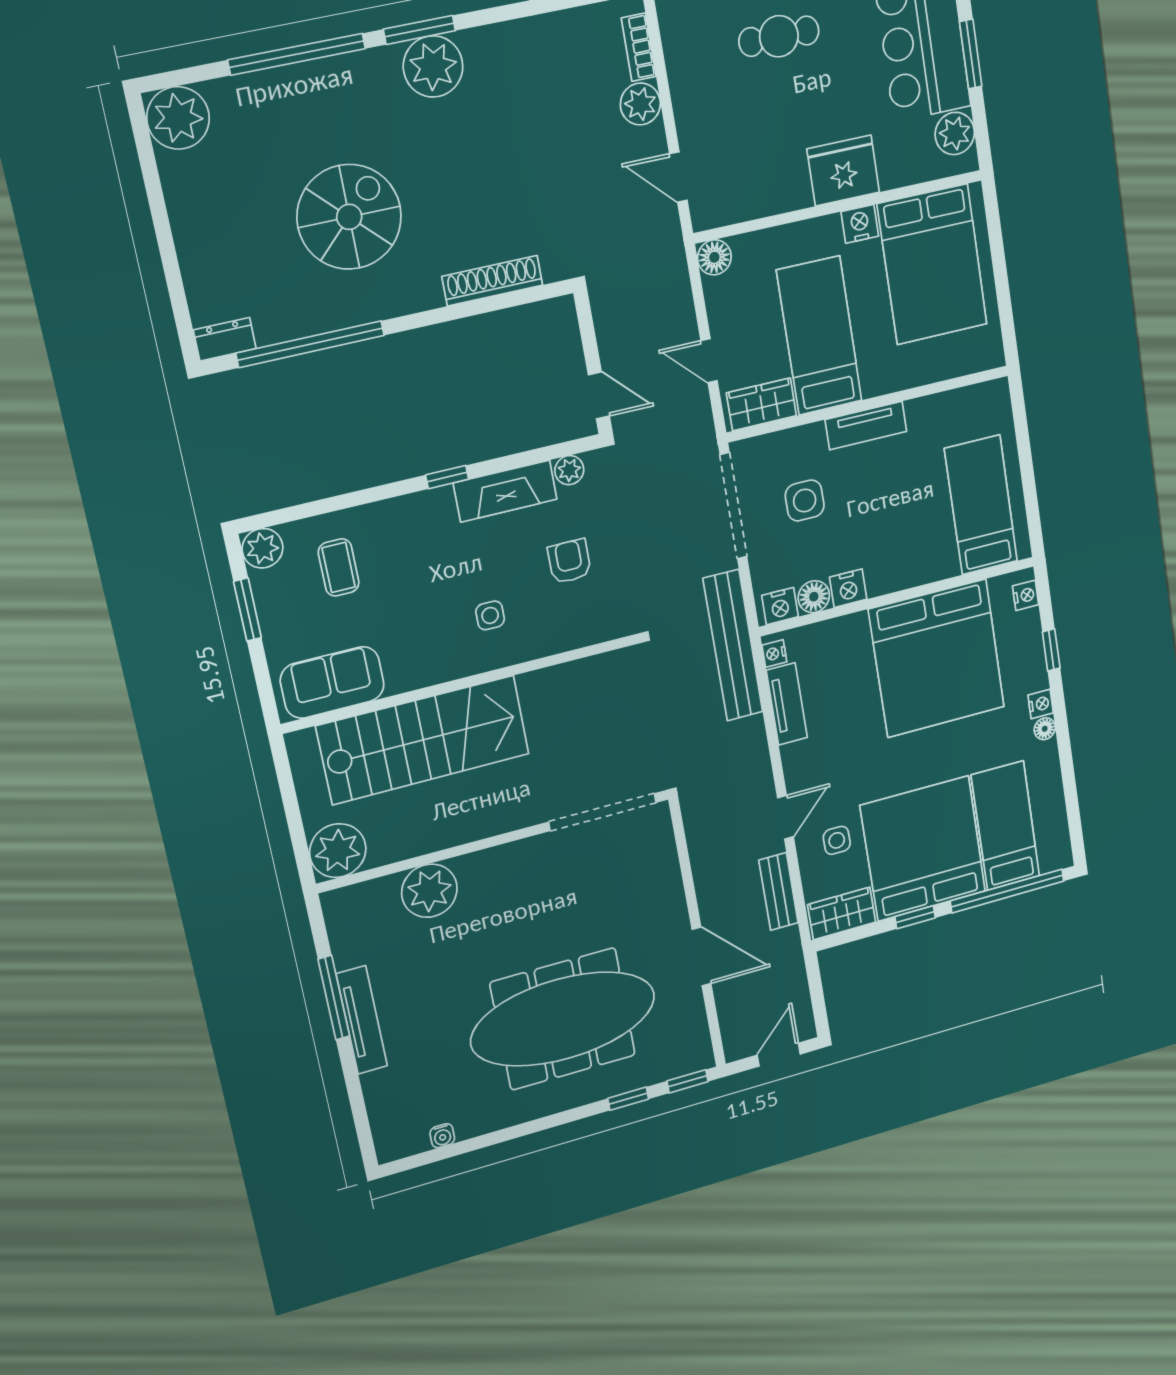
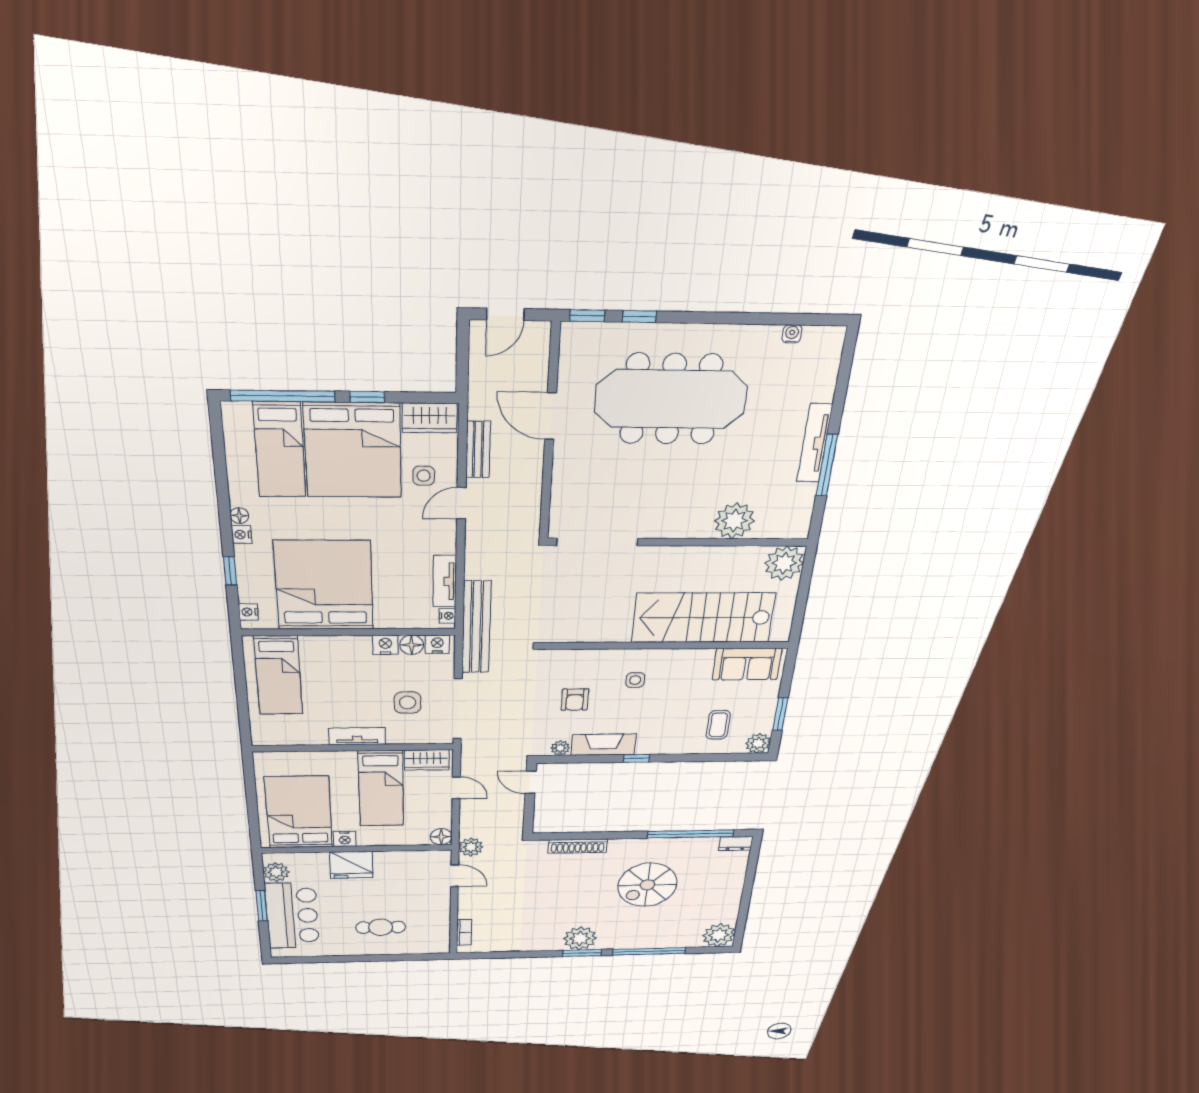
plant: (640, 104) -> (471, 847), moved

